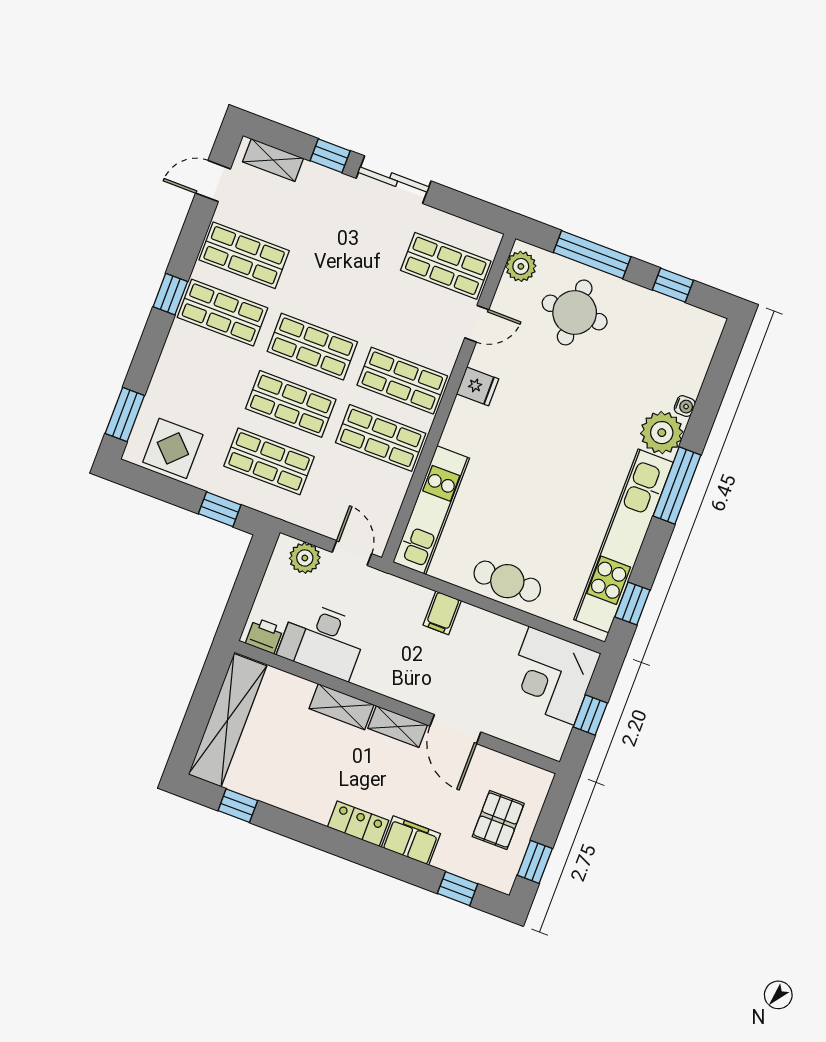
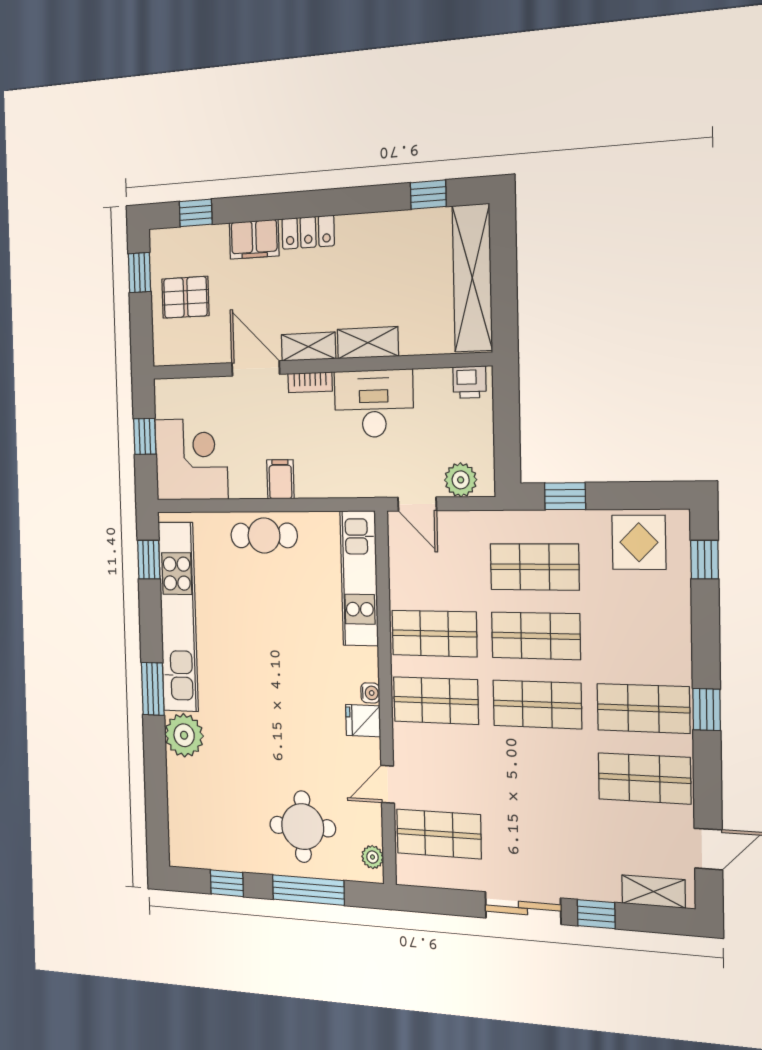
plant: (521, 266) -> (372, 857), width x0.73, depth x0.73
water cooler: (685, 406) -> (370, 693), moved, turned 180
window: (125, 414) -> (705, 560), width x0.67
window: (677, 486) -> (153, 689), width x0.69
filing cabinet: (442, 613) -> (280, 479), moved
desk: (323, 640) -> (374, 404), moved
bookcase: (409, 696) -> (310, 382), added
pallet: (498, 820) -> (185, 297), turned 90

